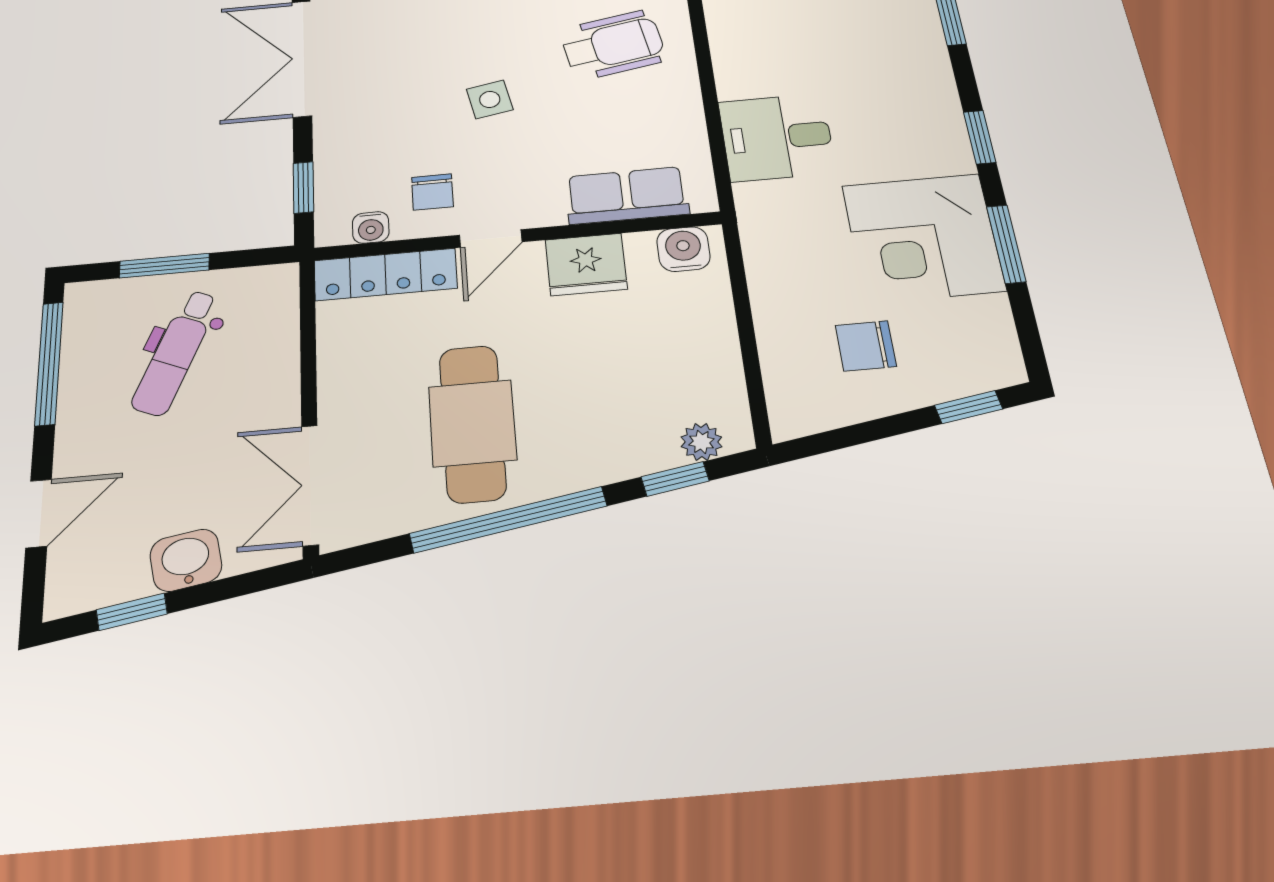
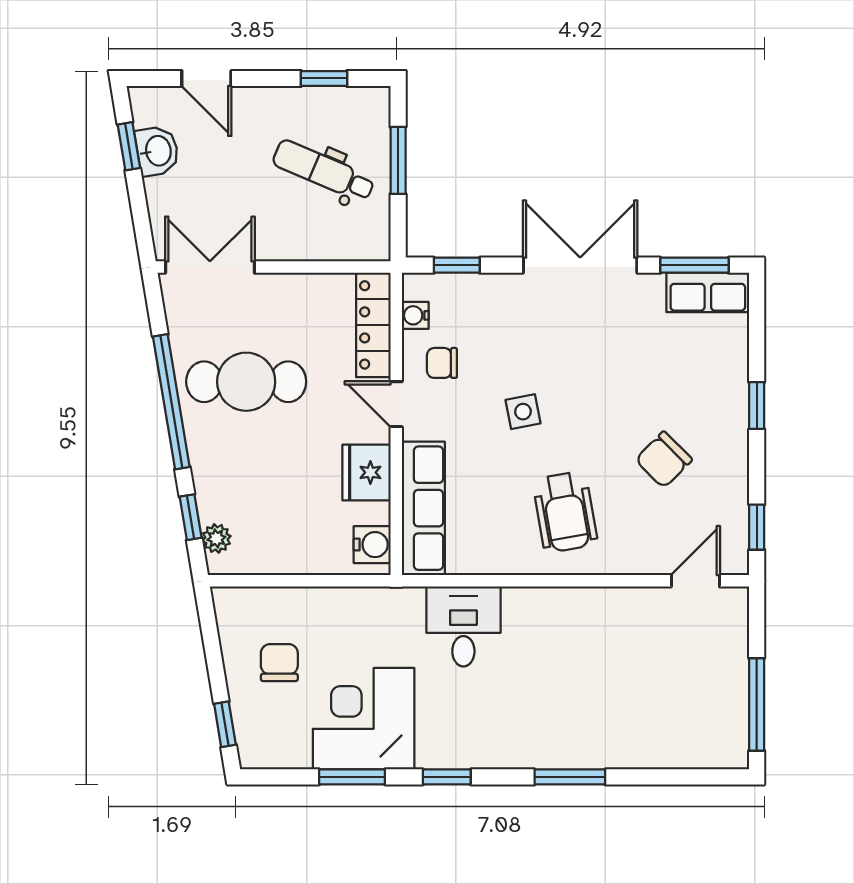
row of seats: (627, 195) -> (423, 508), width x1.48
window: (49, 363) -> (324, 78), width x0.46
washbasin: (186, 560) -> (157, 151), moved

